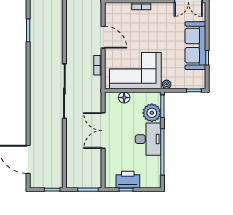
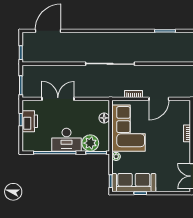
sofa: (195, 46) -> (134, 183), moved
double door: (103, 131) -> (58, 99), moved

